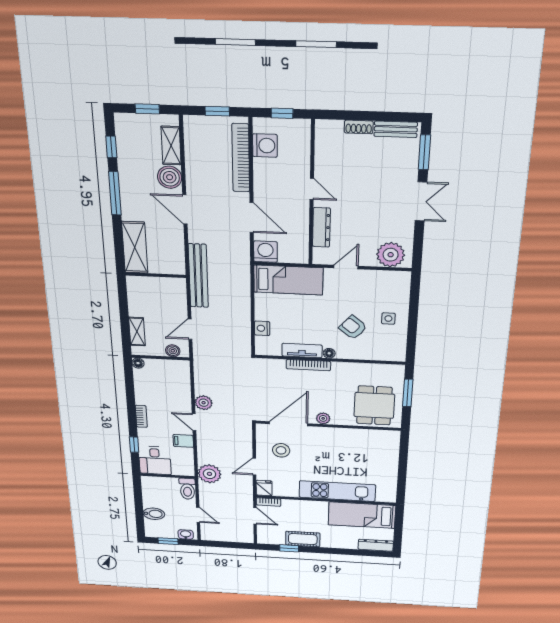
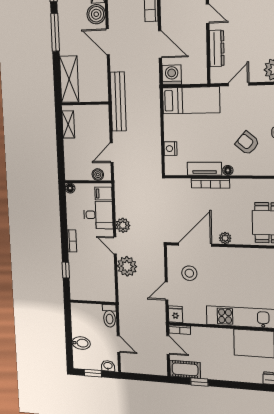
shelving: (137, 332) -> (68, 125), moved
filing cabinet: (183, 441) -> (103, 194), moved
desk: (155, 460) -> (98, 215), moved, turned -90
plant: (209, 474) -> (127, 266), moved
cot: (303, 539) -> (185, 369), moved

